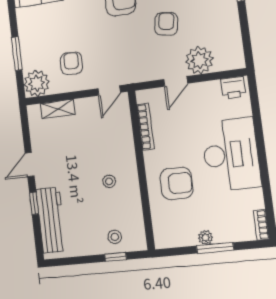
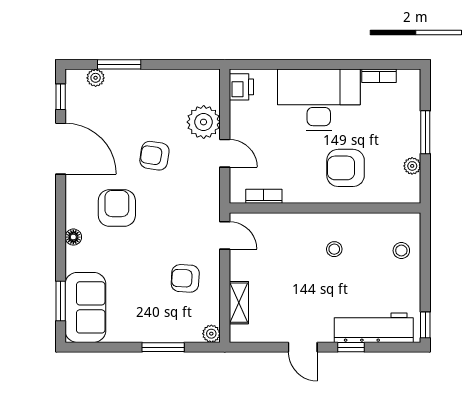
plant: (37, 83) -> (211, 334), width x0.53, depth x0.53
bookcase: (146, 127) -> (264, 196), width x0.64
armchair: (176, 183) -> (346, 168), turned -90
bookcase: (261, 225) -> (379, 76), moved
plant: (205, 238) -> (412, 166), moved
window: (116, 257) -> (425, 325), moved

